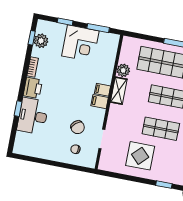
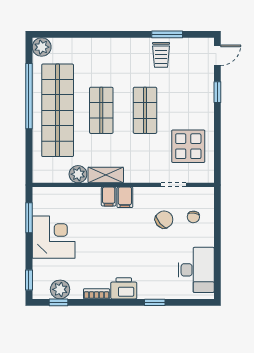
window: (65, 22) -> (29, 280), moved
desk: (33, 116) -> (196, 270), moved, turned -90
display table: (140, 156) -> (188, 146), moved

